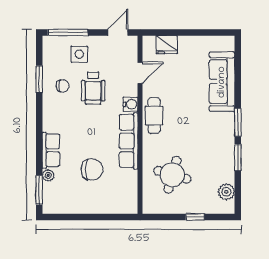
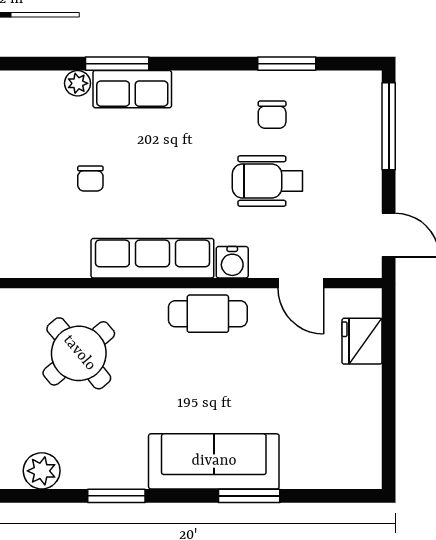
side table: (79, 54) -> (341, 151), removed
sofa: (222, 82) -> (214, 461), moved
window: (238, 122) -> (249, 496), moved
chair: (92, 169) -> (90, 179), width x0.54, depth x0.54
round table: (172, 175) -> (79, 353), turned 34
window: (39, 190) -> (117, 64), moved

